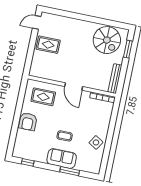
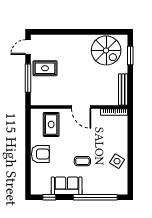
window: (31, 50) -> (28, 78), added
rug: (43, 97) -> (51, 124), turned 90
armchair: (28, 122) -> (40, 154), turned -90
sofa: (62, 159) -> (67, 186), moved
window: (70, 171) -> (95, 197), width x2.11

